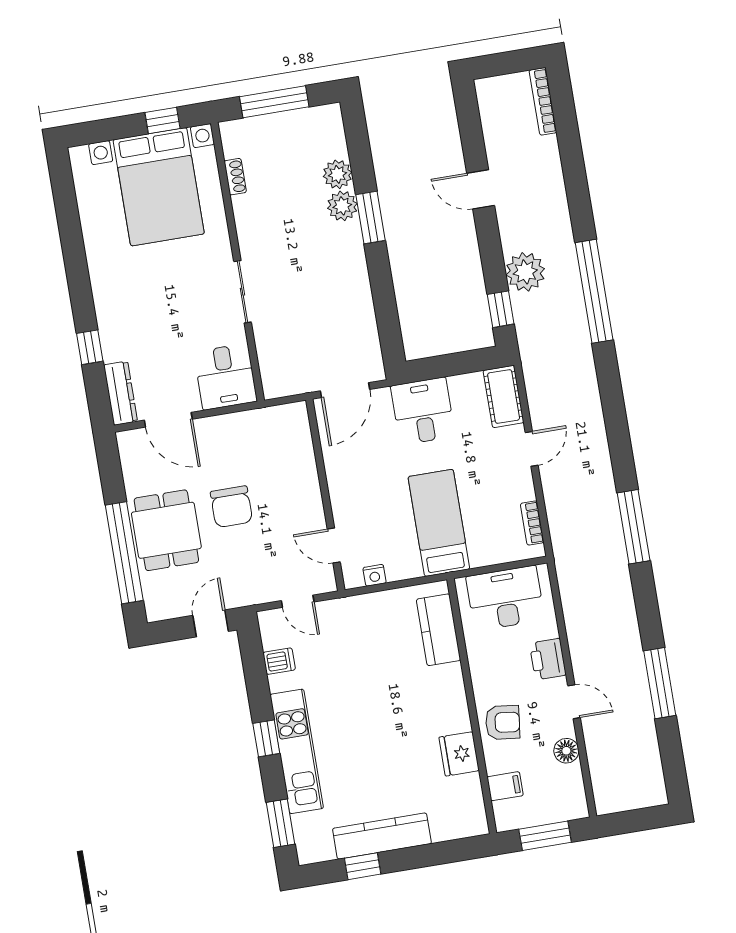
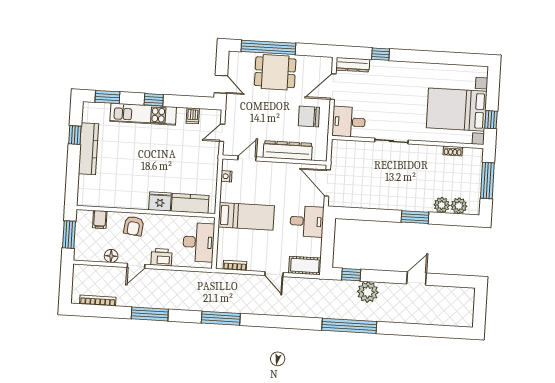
bookcase: (543, 101) -> (98, 301), moved
plant: (342, 206) -> (459, 206), moved
dresser: (303, 475) -> (288, 150), added
chair: (231, 507) -> (309, 117), moved
window: (660, 683) -> (150, 314), moved
fridge: (459, 754) -> (160, 201), moved

